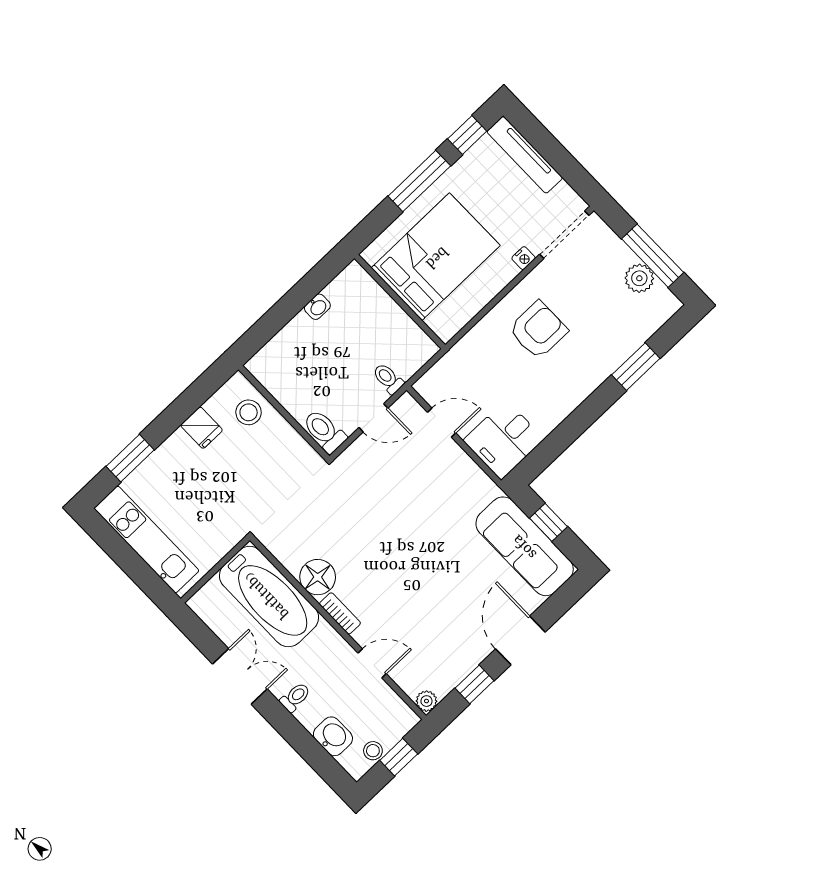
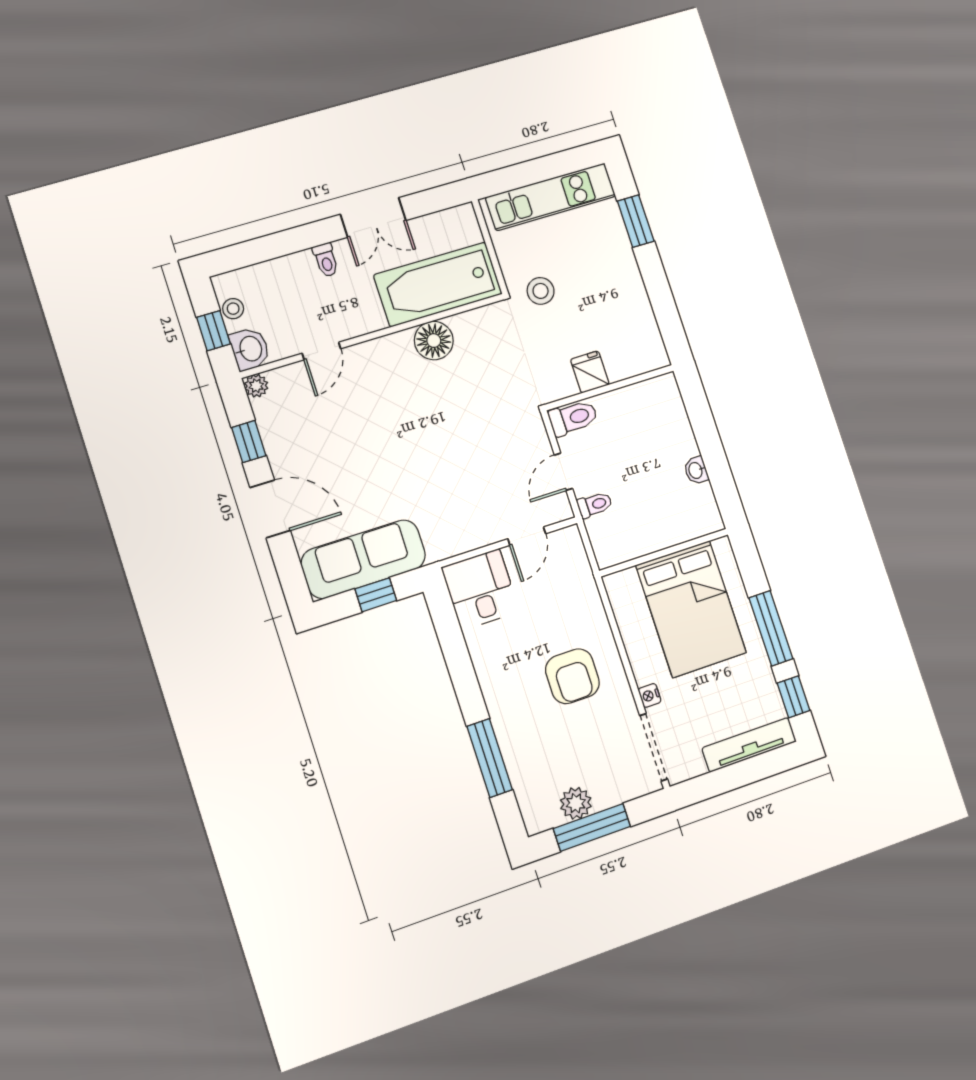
window: (636, 367) -> (490, 758), width x1.44
stool: (249, 412) -> (541, 291), moved
fridge: (202, 428) -> (590, 372), moved, turned 90
bookcase: (340, 613) -> (387, 344), removed
washbasin: (333, 736) -> (250, 349), moved, turned -90

